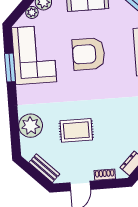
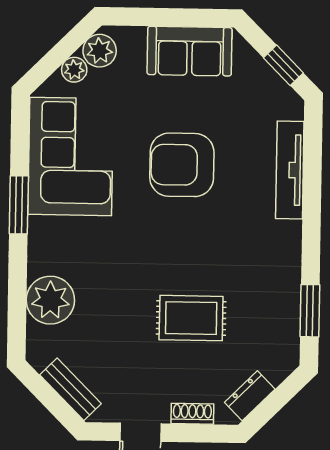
window: (10, 68) -> (19, 205), moved
rug: (76, 130) -> (191, 318), moved

